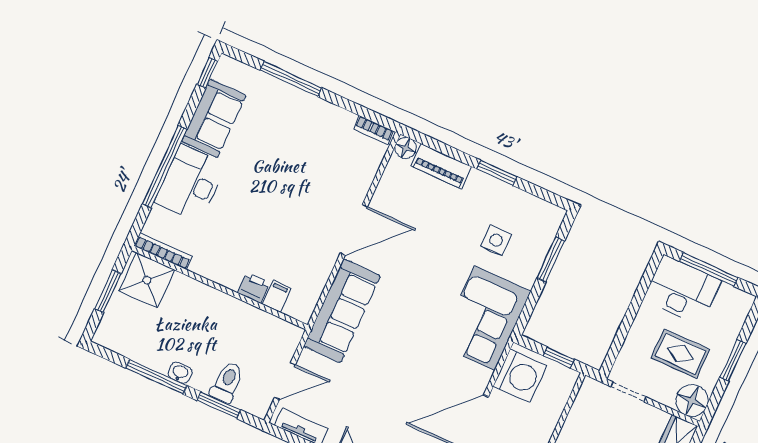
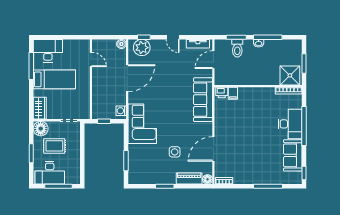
door: (354, 230) -> (213, 149), moved
side table: (496, 240) -> (175, 152), moved
printer: (253, 288) -> (222, 93), moved
desk: (682, 290) -> (50, 173), moved
washing machine: (520, 376) -> (121, 111), width x0.53, depth x0.53

